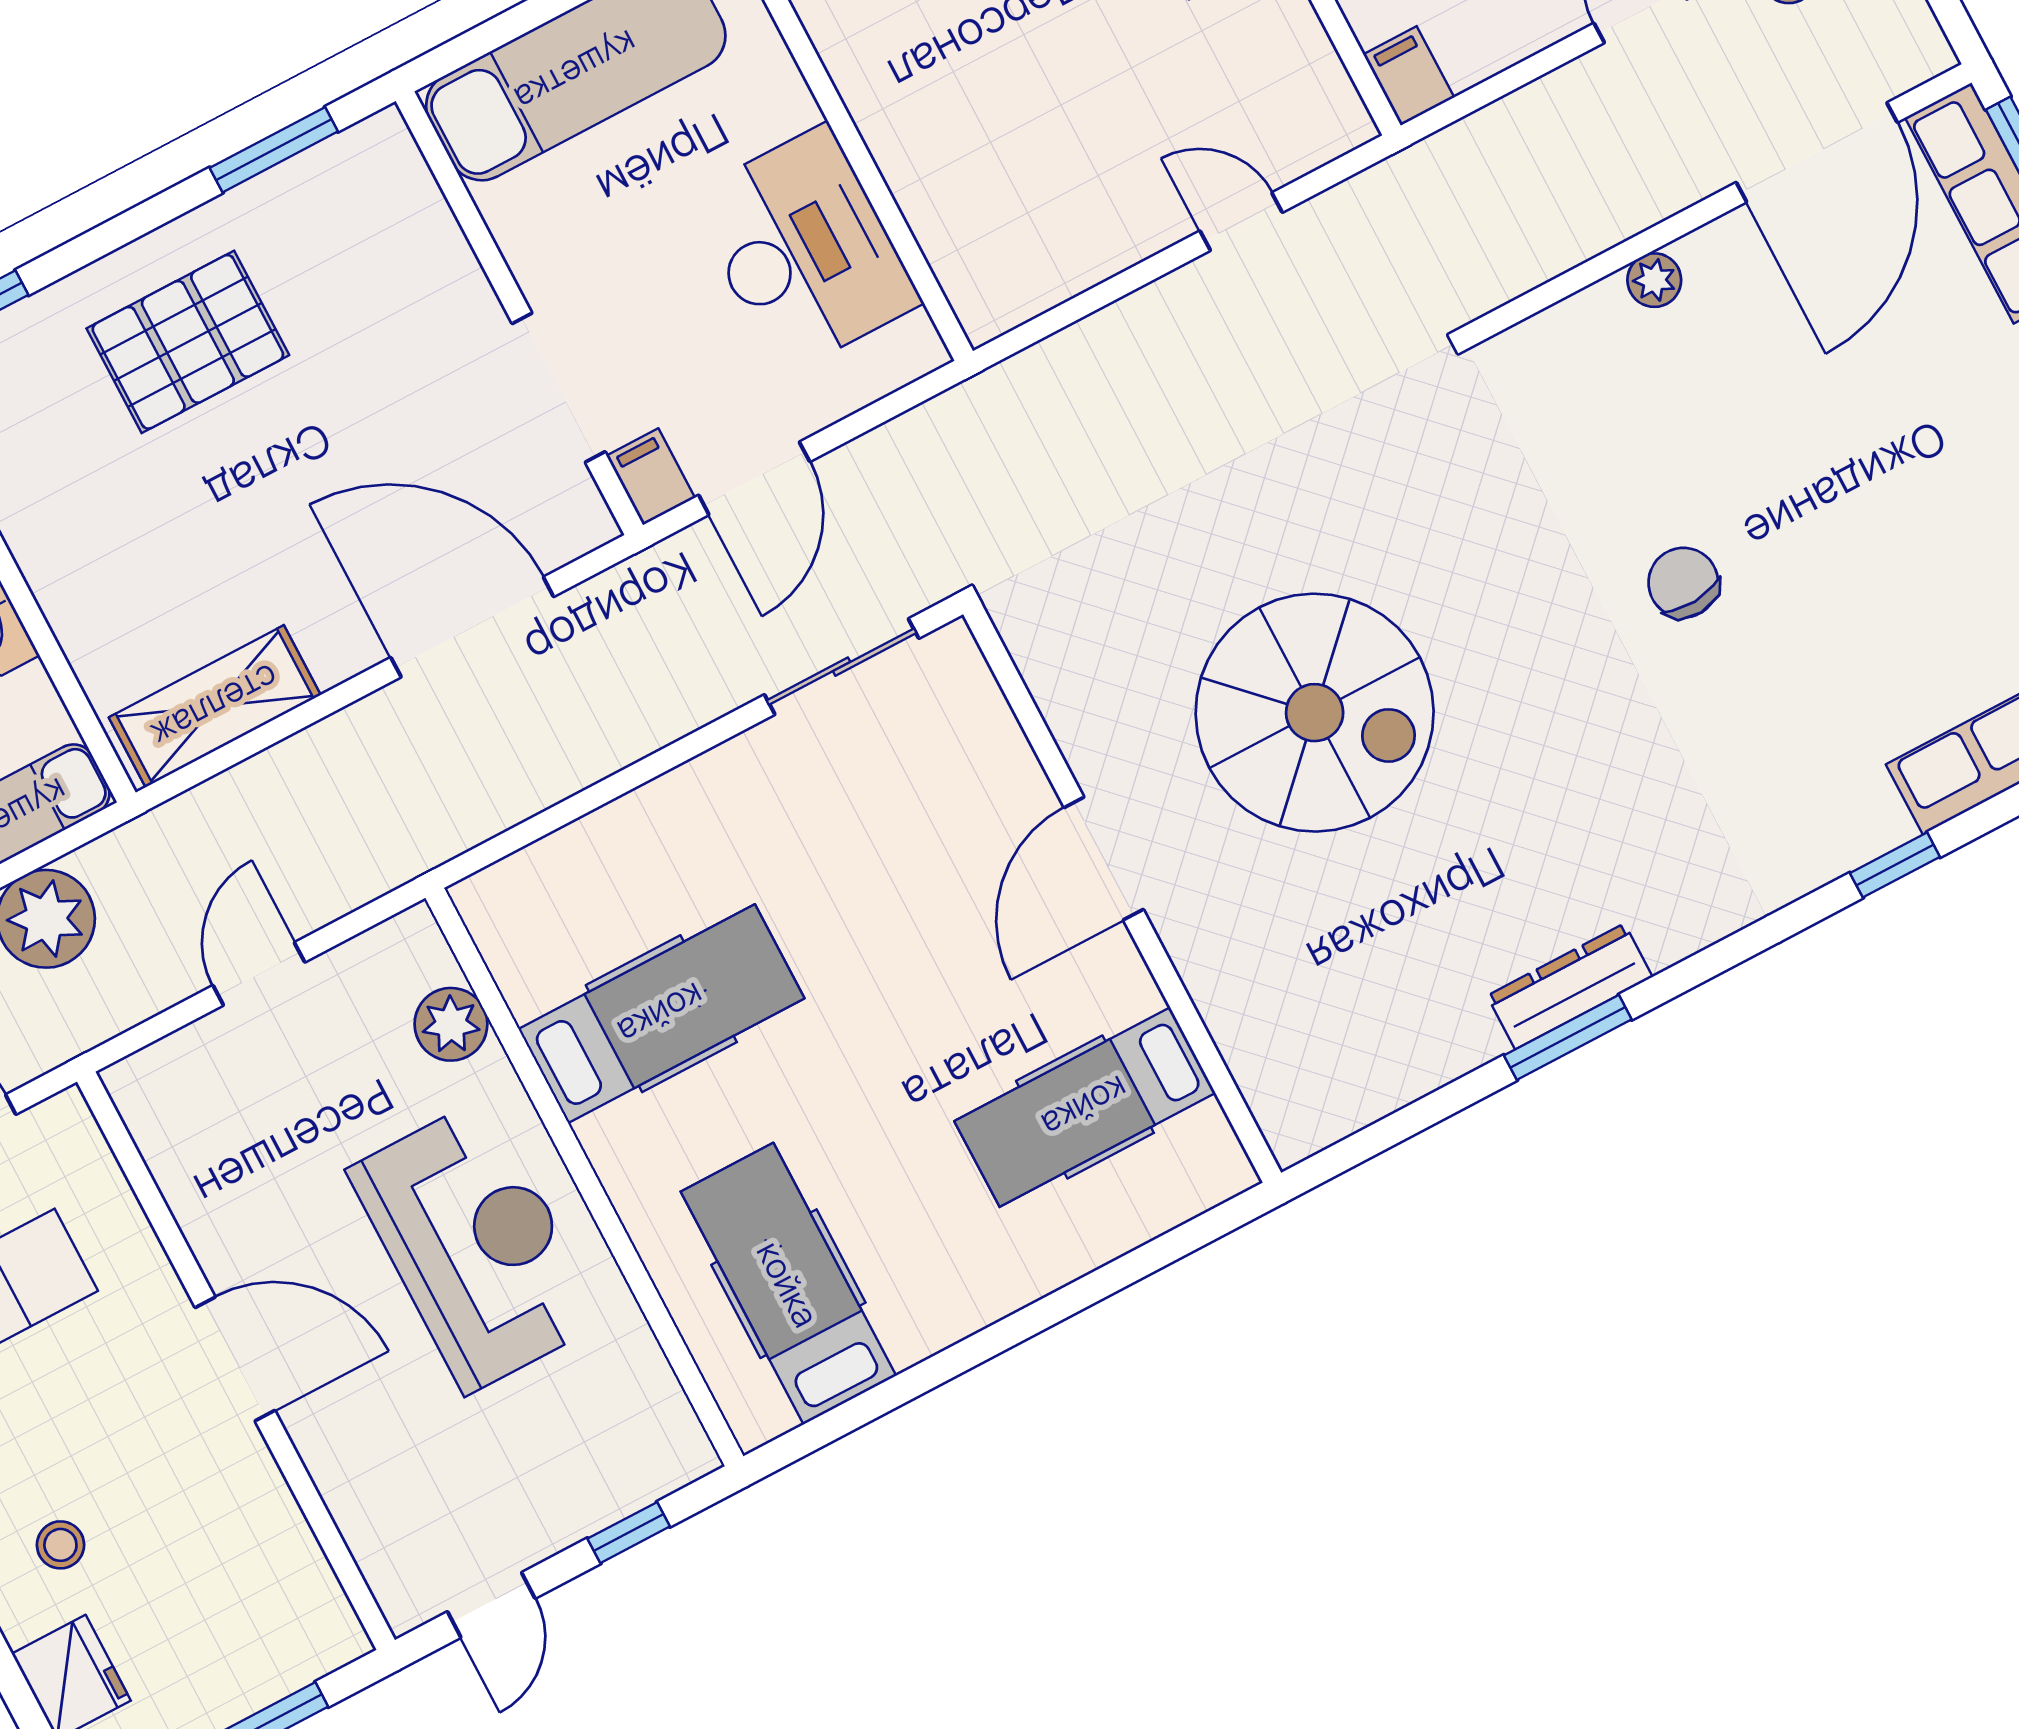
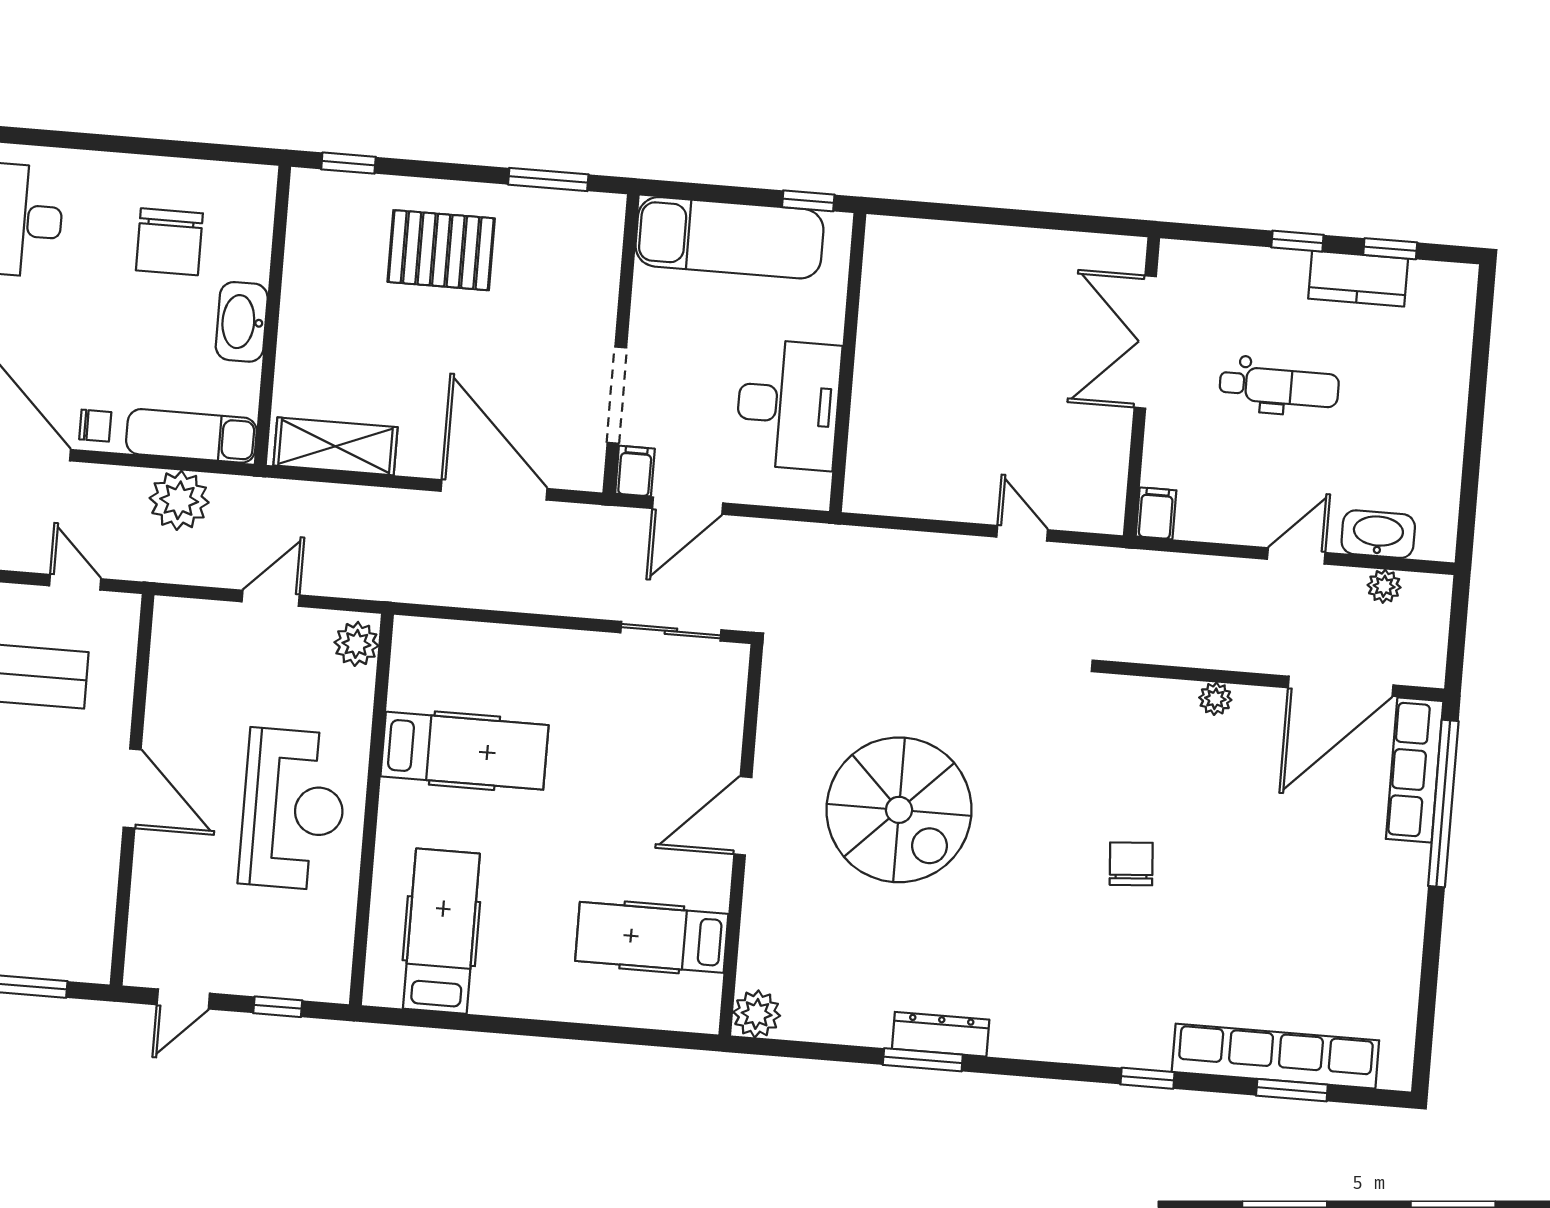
plant: (451, 1024) -> (356, 644), moved
plant: (1297, 1120) -> (757, 1014), added

